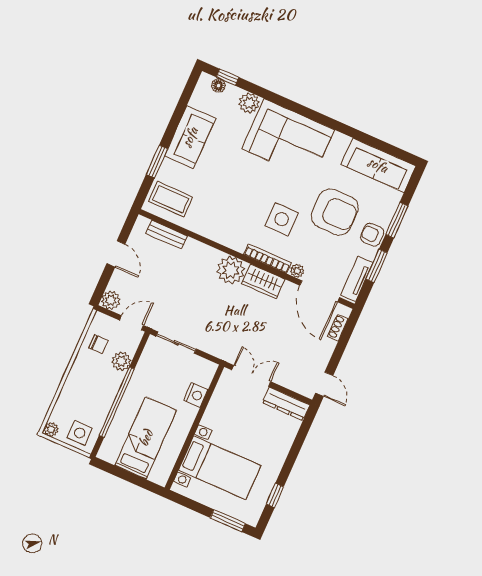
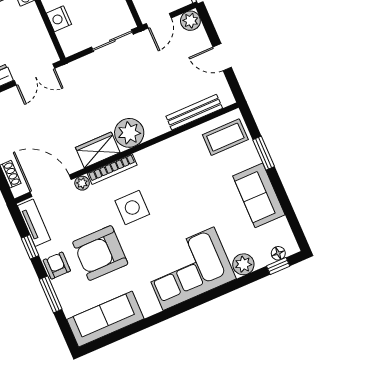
bench: (167, 235) -> (194, 112), width x1.36
armchair: (372, 235) -> (57, 266), turned -90
window: (377, 266) -> (30, 247), width x0.67

